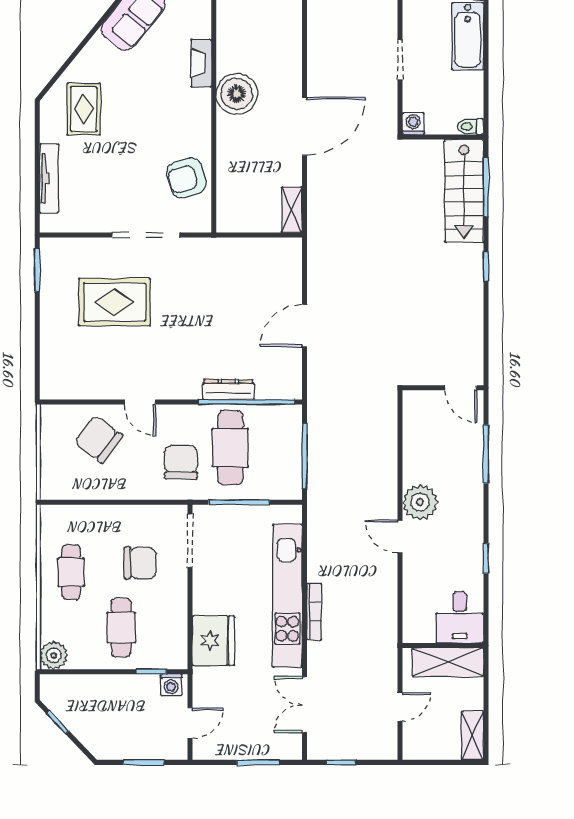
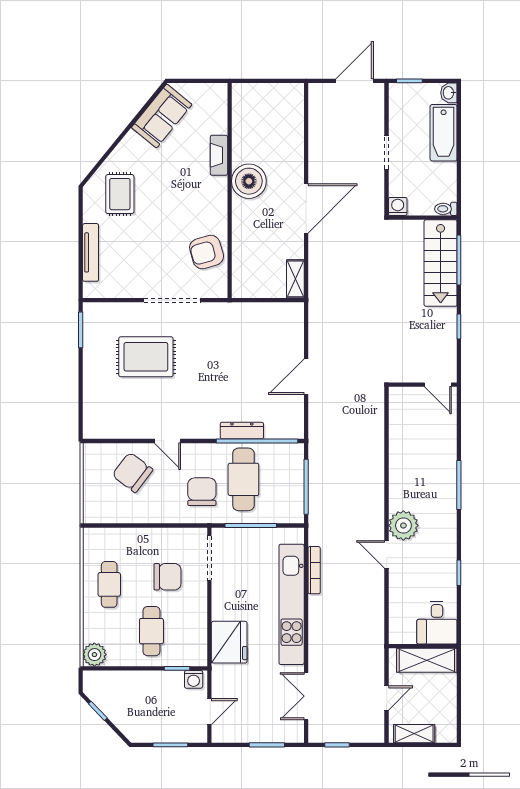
wall: (443, 388) -> (423, 385), moved
door: (461, 388) -> (438, 385), moved
bookcase: (314, 612) -> (314, 570), moved
shelving: (473, 736) -> (414, 734), moved, turned 90

